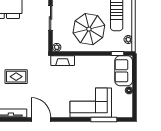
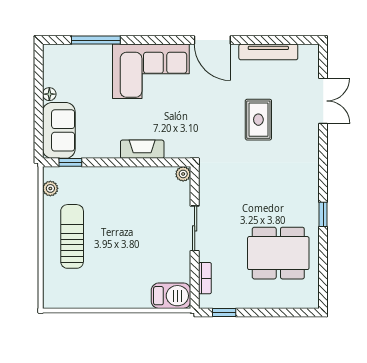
parasol: (89, 29) -> (123, 208), removed
fireplace: (63, 61) -> (142, 149), moved
rug: (16, 77) -> (258, 120), turned 90
corner sofa: (91, 103) -> (151, 71), moved

